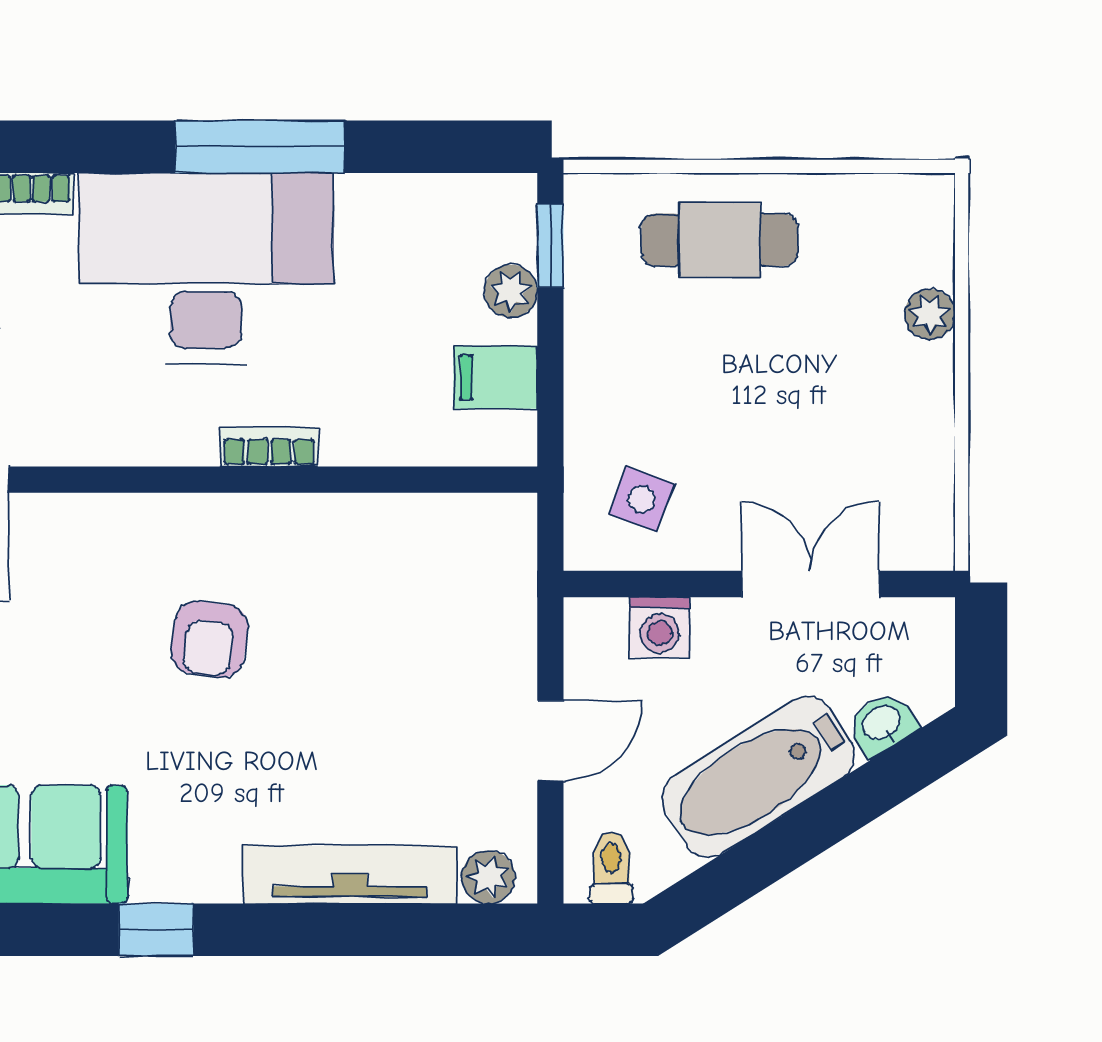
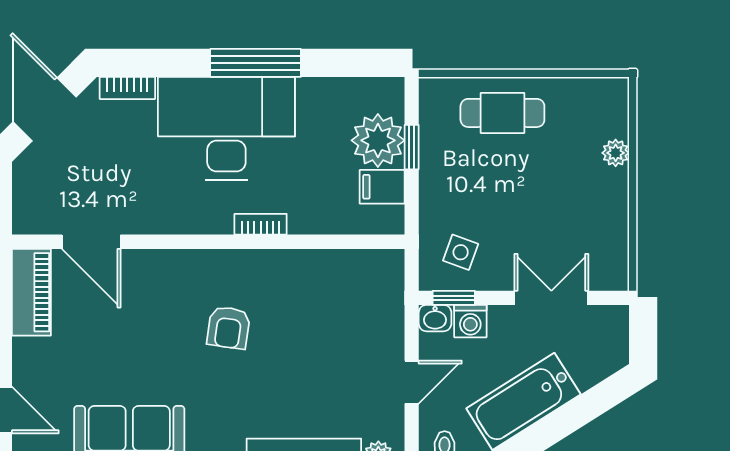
window: (550, 246) -> (412, 147), moved
plant: (511, 291) -> (378, 140), width x1.88, depth x1.88
window: (629, 584) -> (454, 298), added
washbasin: (882, 724) -> (435, 318), moved, turned -148

